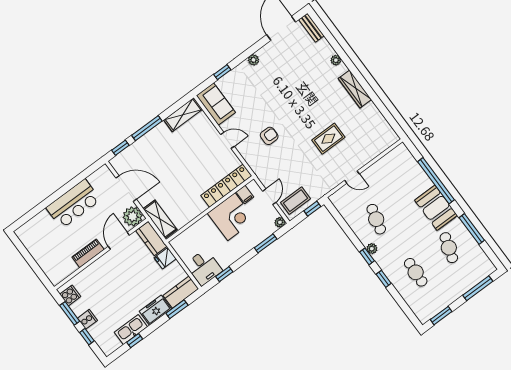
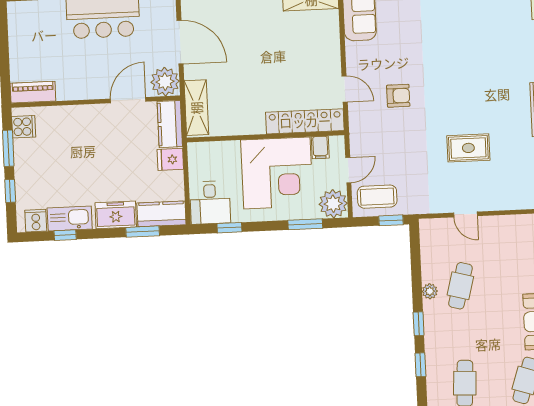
door: (227, 140) -> (345, 89), moved
corner desk: (231, 217) -> (277, 173), width x1.36, depth x1.36
plant: (280, 222) -> (333, 204), width x1.88, depth x1.88
plant: (372, 249) -> (430, 291), moved
piano: (88, 253) -> (33, 92), moved
cooker: (87, 319) -> (36, 221), moved, turned -90

